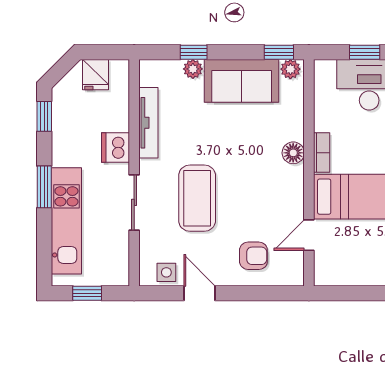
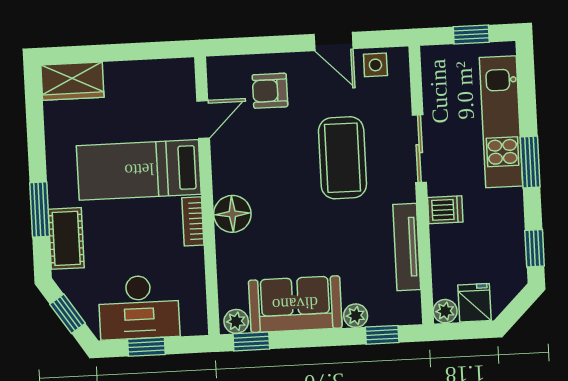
window: (194, 52) -> (382, 335), moved
plant: (120, 69) -> (445, 311), added
dishwasher: (115, 147) -> (445, 210), width x0.73
floor lamp: (293, 153) -> (232, 214), width x1.38, depth x1.38

